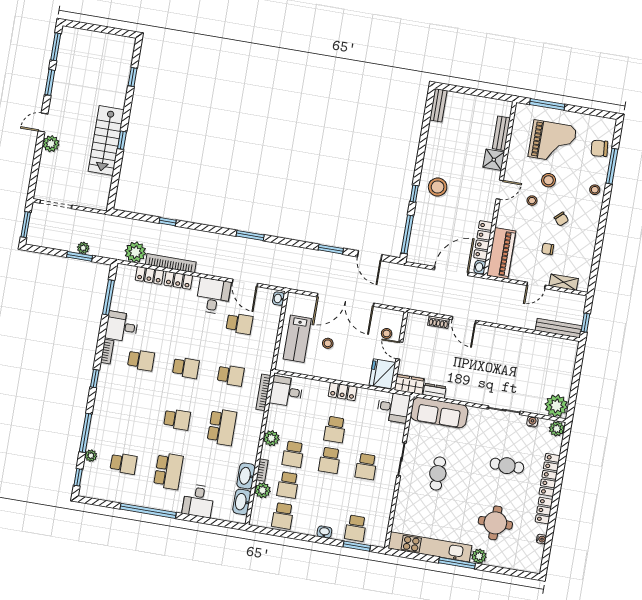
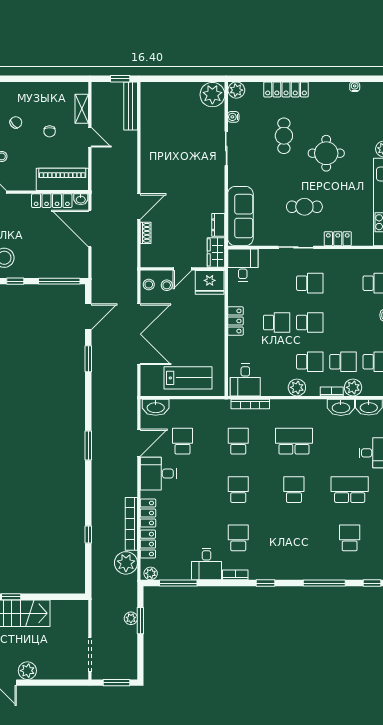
washbasin: (278, 299) -> (156, 407), width x1.91, depth x1.45
stool: (328, 343) -> (149, 285), moved
plant: (91, 456) -> (151, 573), moved
locker: (544, 511) -> (338, 239), moved, turned 180
round table: (495, 523) -> (326, 153), moved

